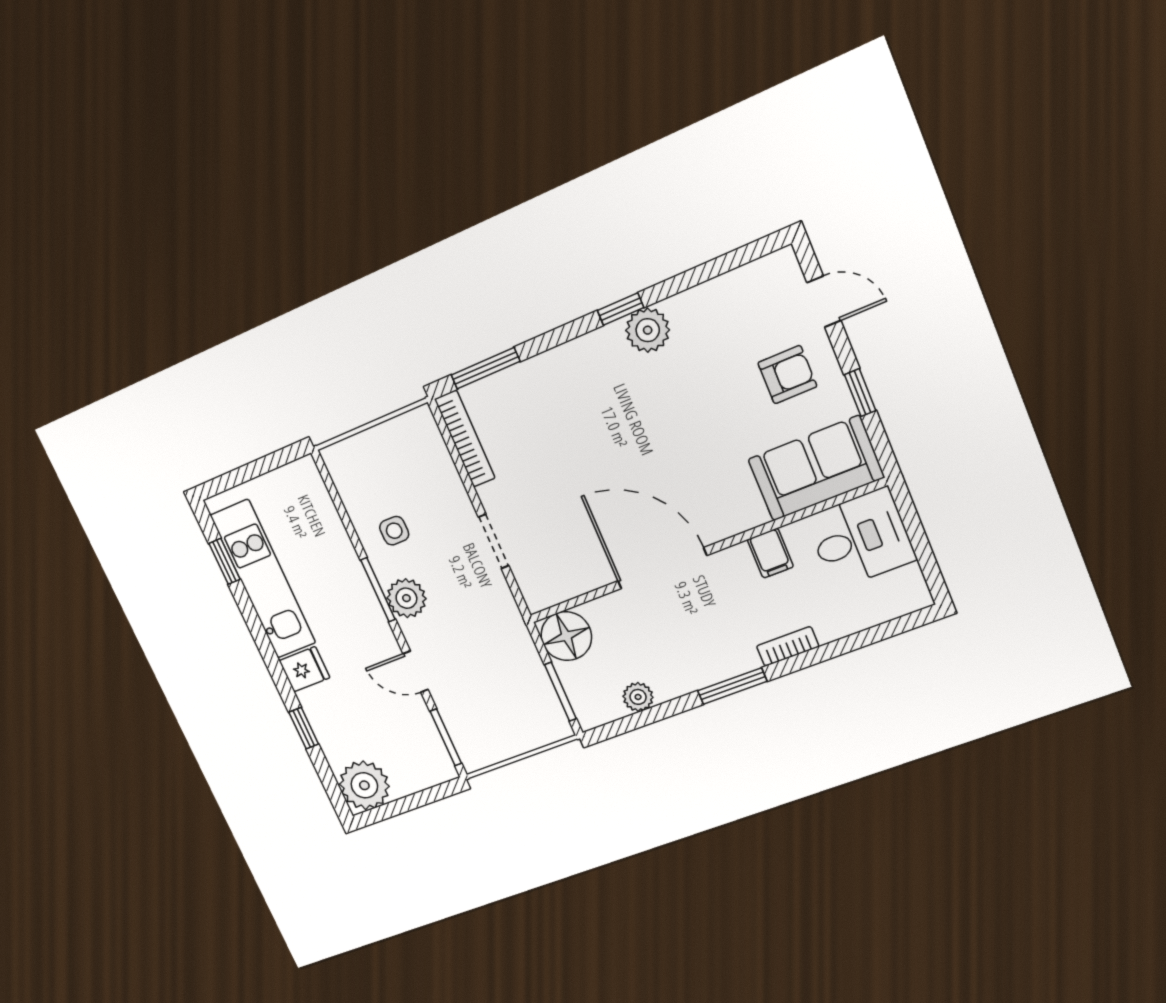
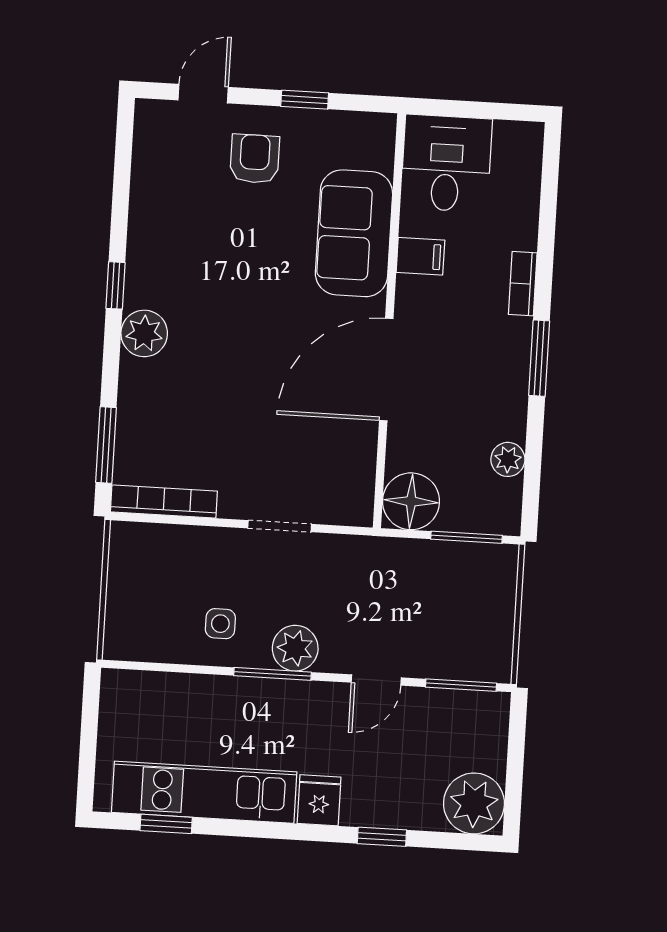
plant: (648, 330) -> (144, 333), moved
sofa: (816, 468) -> (354, 233), moved

